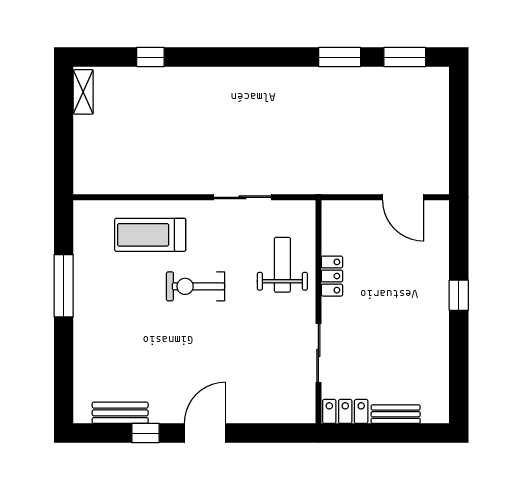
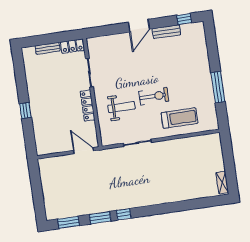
window: (150, 57) -> (124, 214), moved
door: (403, 197) -> (83, 151), moved
weight bench: (282, 265) -> (121, 107), moved, turned -90
locker: (332, 276) -> (88, 105), width x1.53
bench: (120, 413) -> (166, 32), moved
window: (145, 433) -> (184, 19), moved

